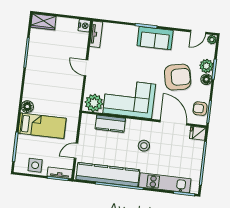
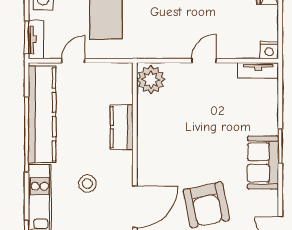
corner sofa: (129, 99) -> (164, 134), removed
kitchen counter: (110, 124) -> (122, 127), moved
stool: (144, 146) -> (87, 184), moved
door: (76, 151) -> (73, 61), hinge flipped

